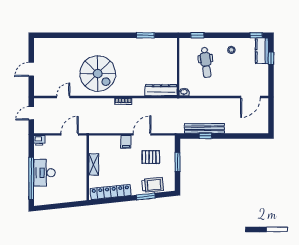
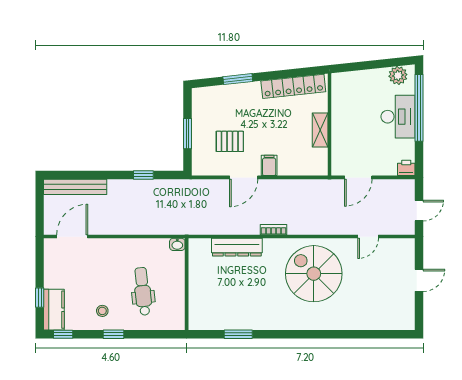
window: (197, 35) -> (114, 334), moved
dresser: (161, 90) -> (237, 247), moved
bench: (204, 128) -> (75, 187), moved
trolley: (153, 185) -> (227, 97), removed
plant: (44, 199) -> (398, 75), added

